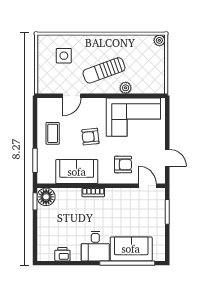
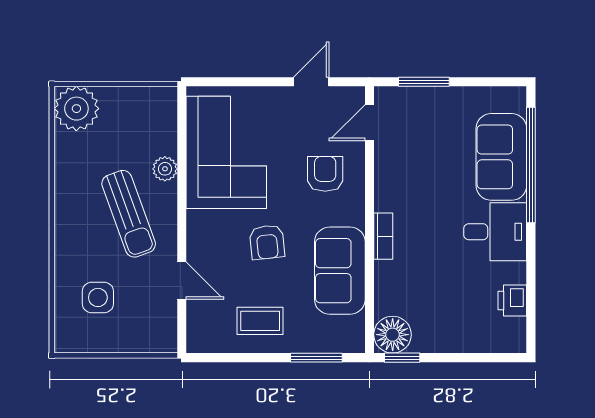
plant: (159, 40) -> (76, 109), width x1.87, depth x1.87

